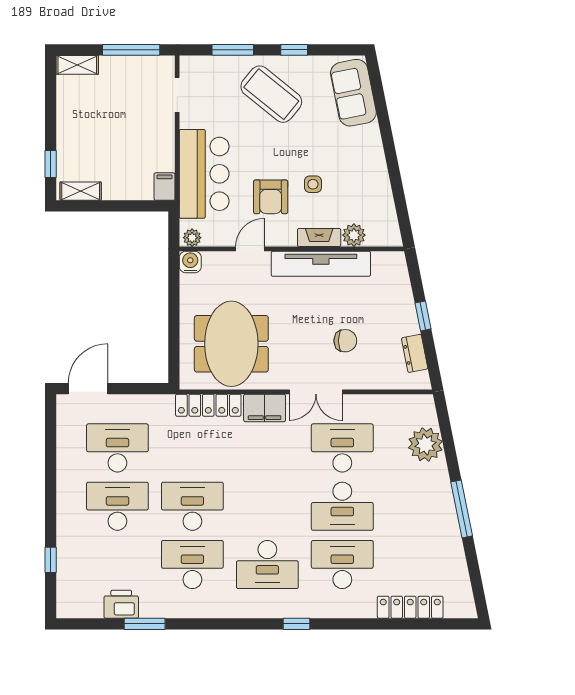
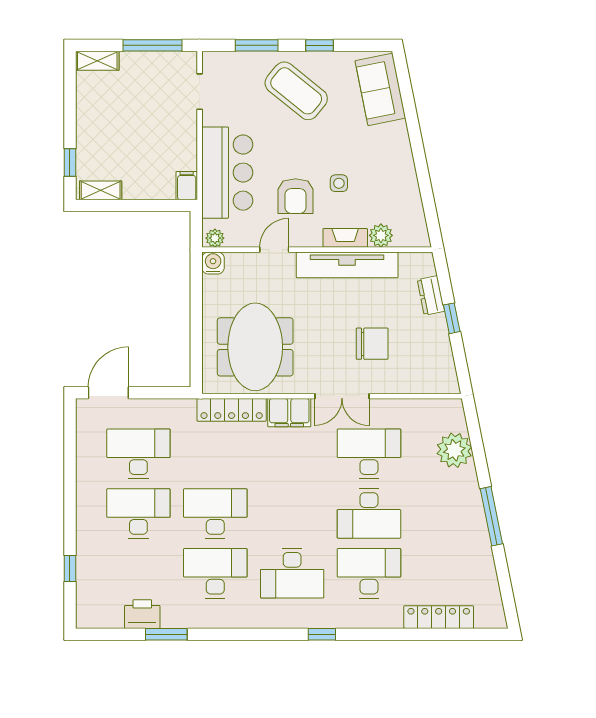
chair: (345, 341) -> (372, 344), width x1.37, depth x1.37
dresser: (415, 353) -> (431, 295), moved

